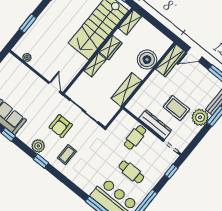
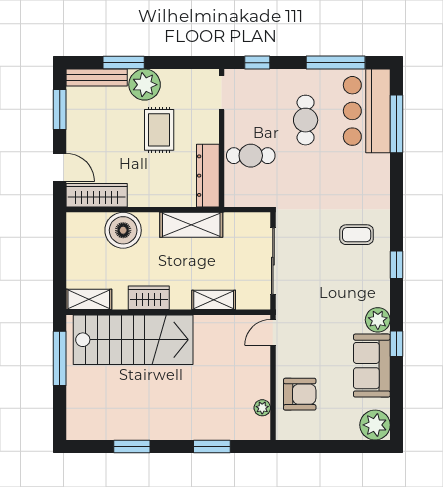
shelving: (95, 65) -> (214, 300), moved
dresser: (155, 124) -> (208, 176), moved
armchair: (61, 126) -> (300, 394), moved
plant: (38, 146) -> (378, 320), moved

